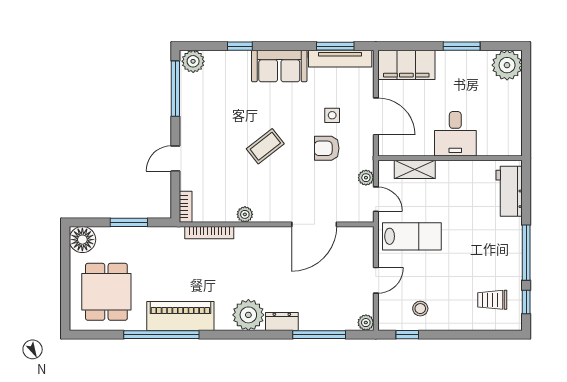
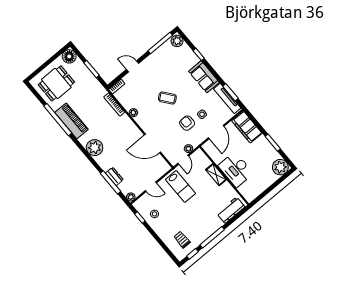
desk: (455, 134) -> (236, 169), width x1.37
shelving: (415, 169) -> (216, 175), moved
dresser: (282, 321) -> (114, 176), moved

